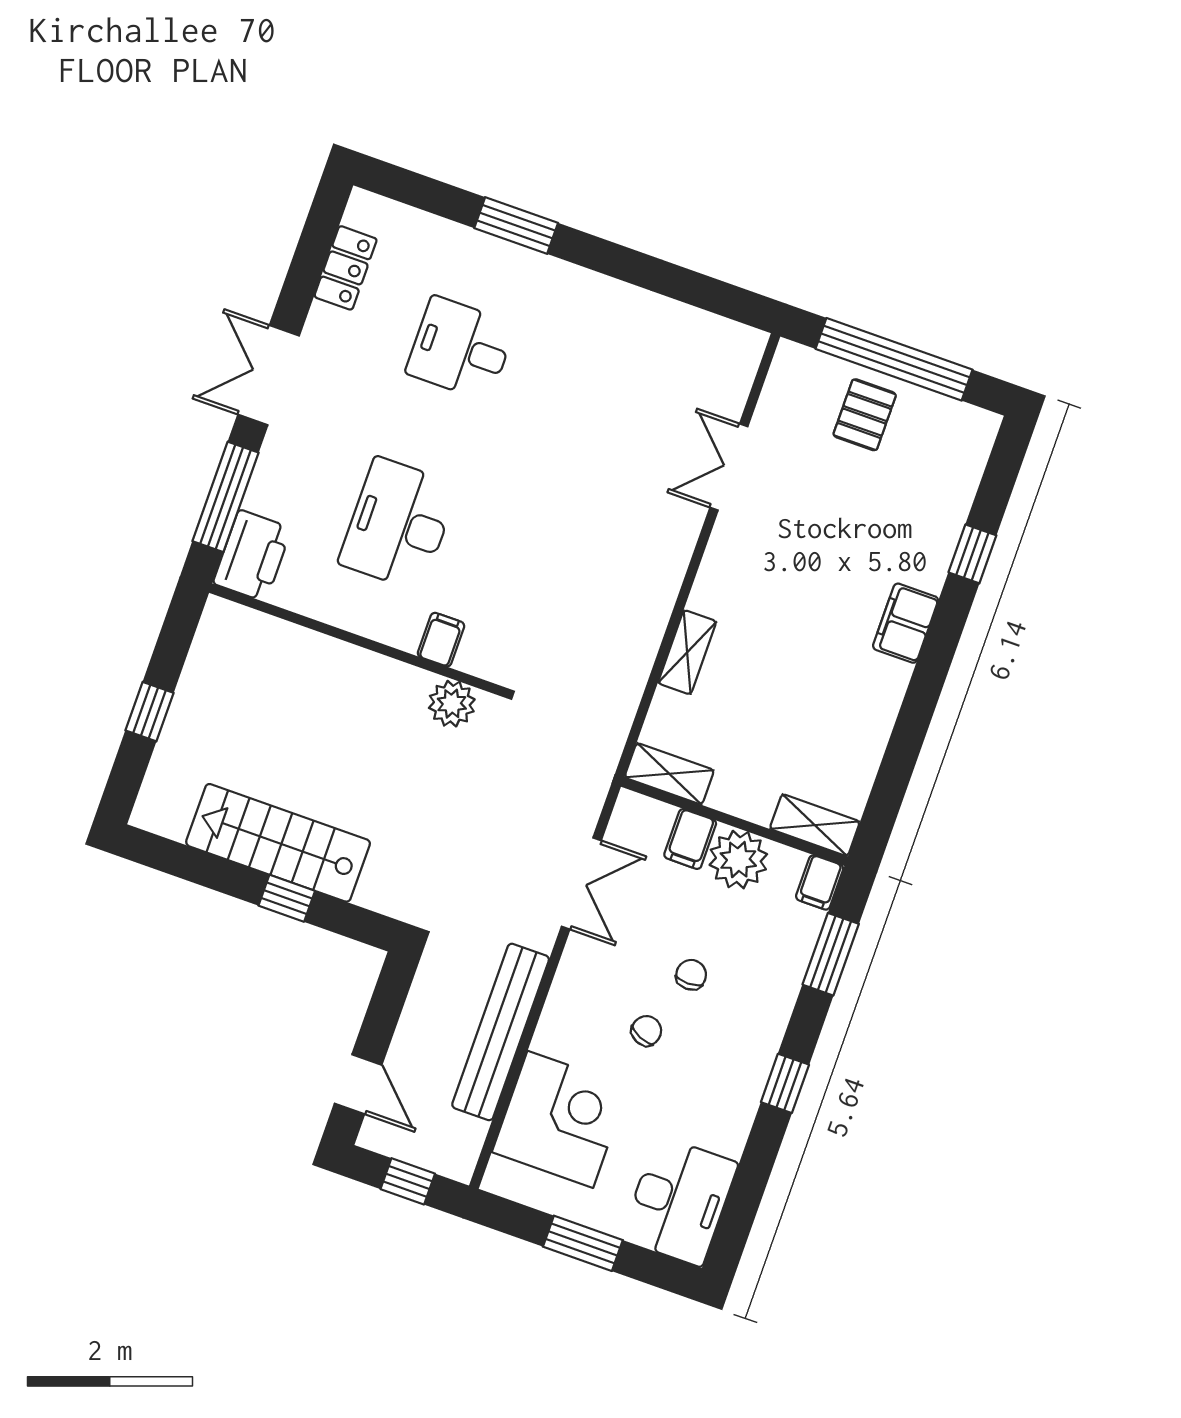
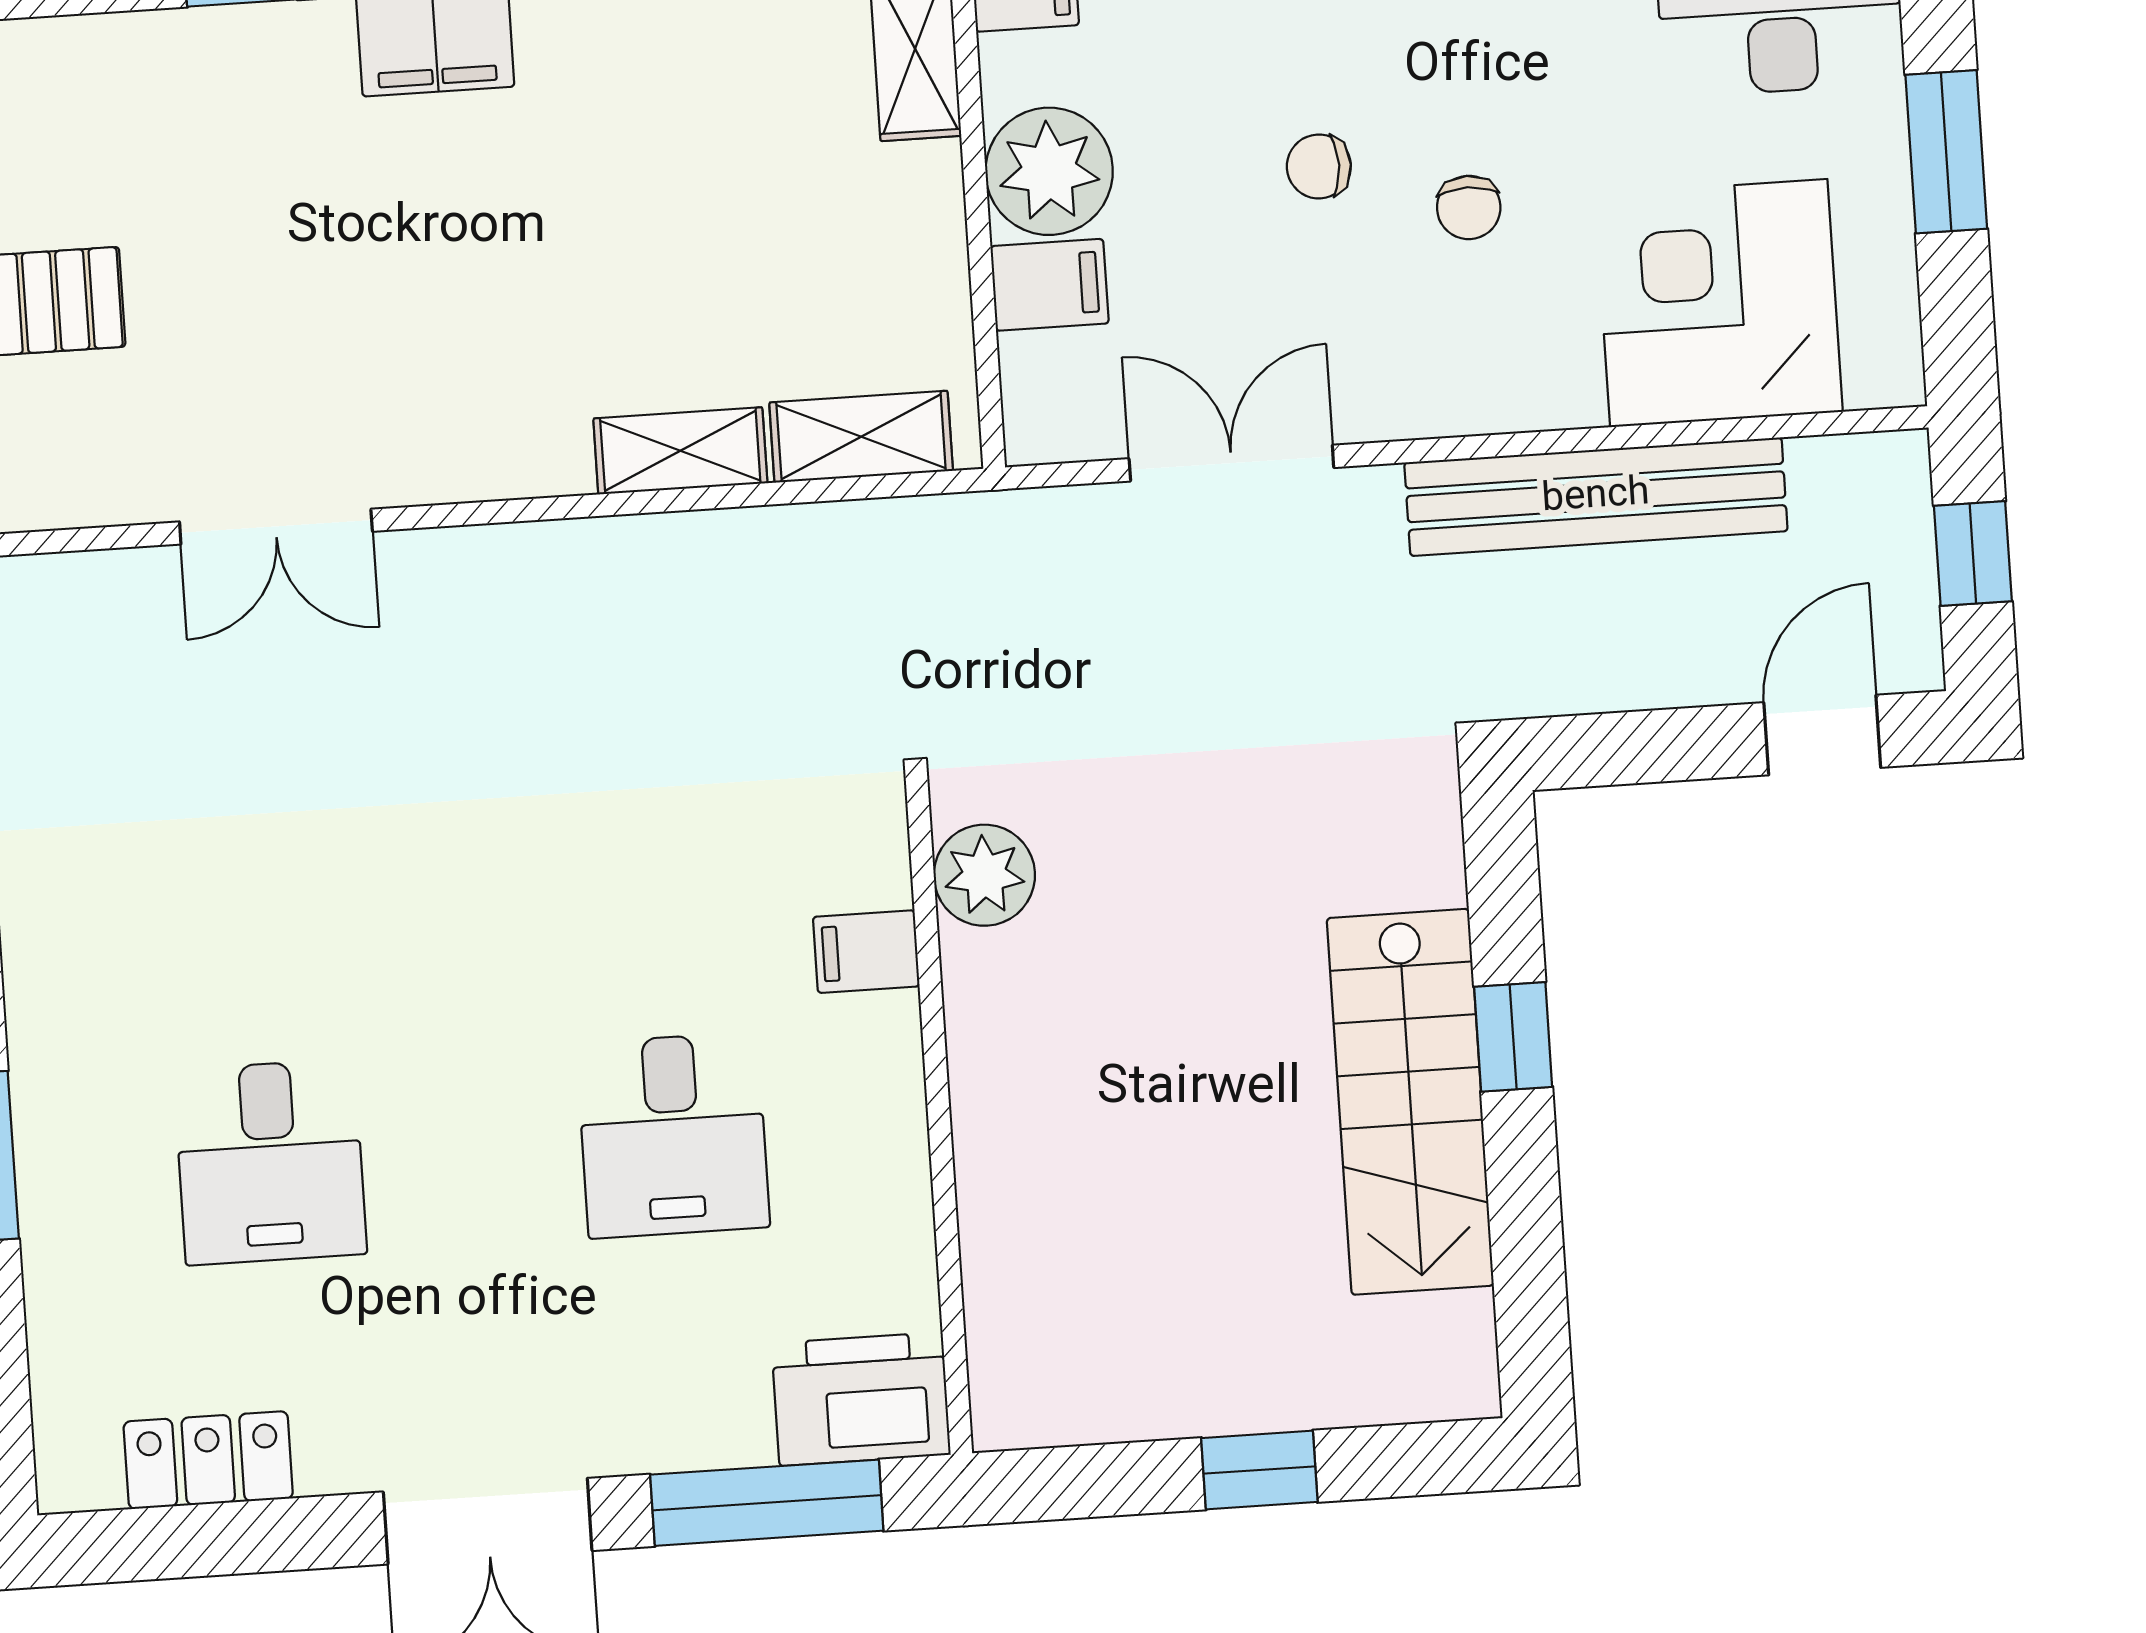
desk: (398, 524) -> (673, 1135), width x0.73
shelving: (669, 774) -> (861, 437), moved, turned 90
chair: (646, 1031) -> (1469, 207), turned -113

